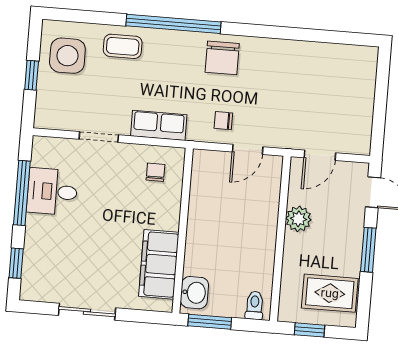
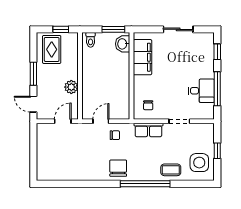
rug: (330, 293) -> (52, 49), turned 90

